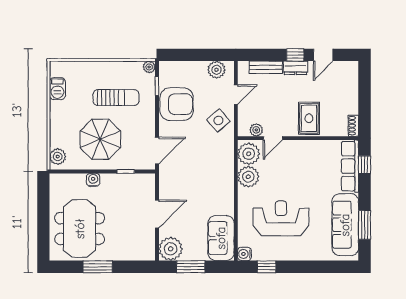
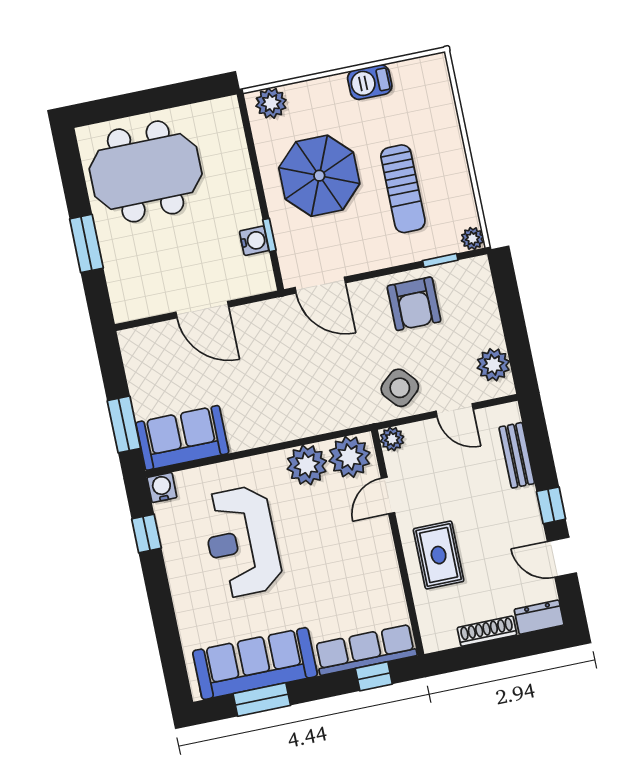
dresser: (296, 68) -> (539, 617), moved, turned 90
barbecue: (57, 89) -> (370, 82), moved
armchair: (177, 104) -> (414, 304), width x0.73, depth x0.73
rug: (309, 118) -> (439, 555), turned 90
shoe rack: (353, 126) -> (487, 631), moved, width x1.43
plant: (256, 130) -> (392, 439), moved
door: (273, 138) -> (388, 495), hinge flipped
water cooler: (93, 180) -> (254, 241), moved
reception desk: (281, 218) -> (242, 542), turned 180
plant: (171, 249) -> (143, 348), removed
window: (98, 267) -> (86, 243), moved
window: (191, 267) -> (124, 424), moved

